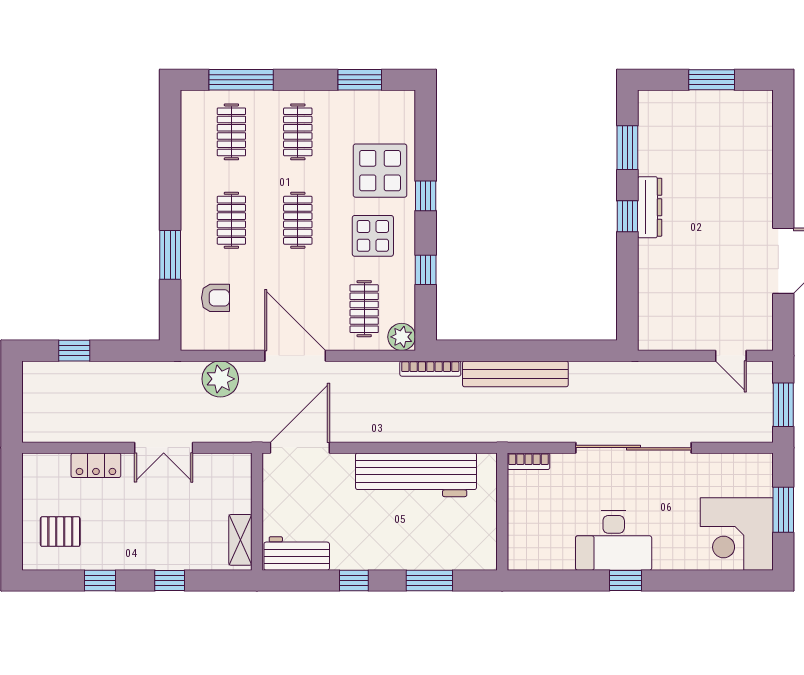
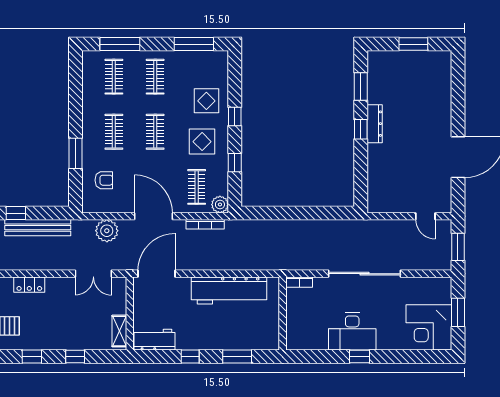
window: (360, 80) -> (194, 44), width x1.44
display table: (380, 171) -> (206, 101), width x0.73, depth x0.73
bookcase: (430, 369) -> (205, 224), moved
bench: (515, 374) -> (38, 228), moved
double door: (164, 448) -> (93, 274), moved

